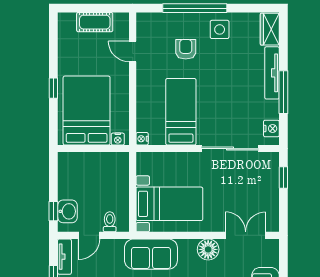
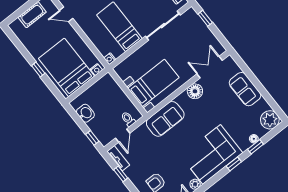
washbasin: (67, 211) -> (85, 113), moved

